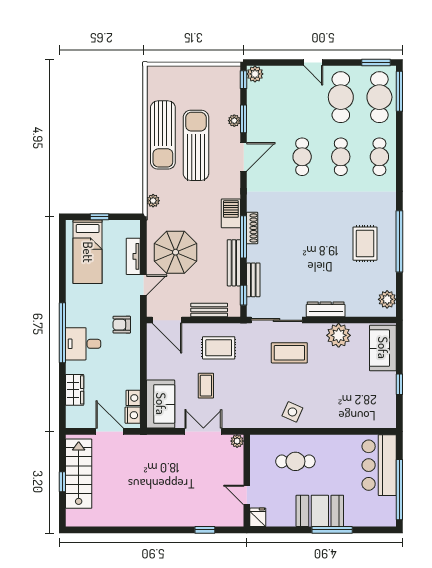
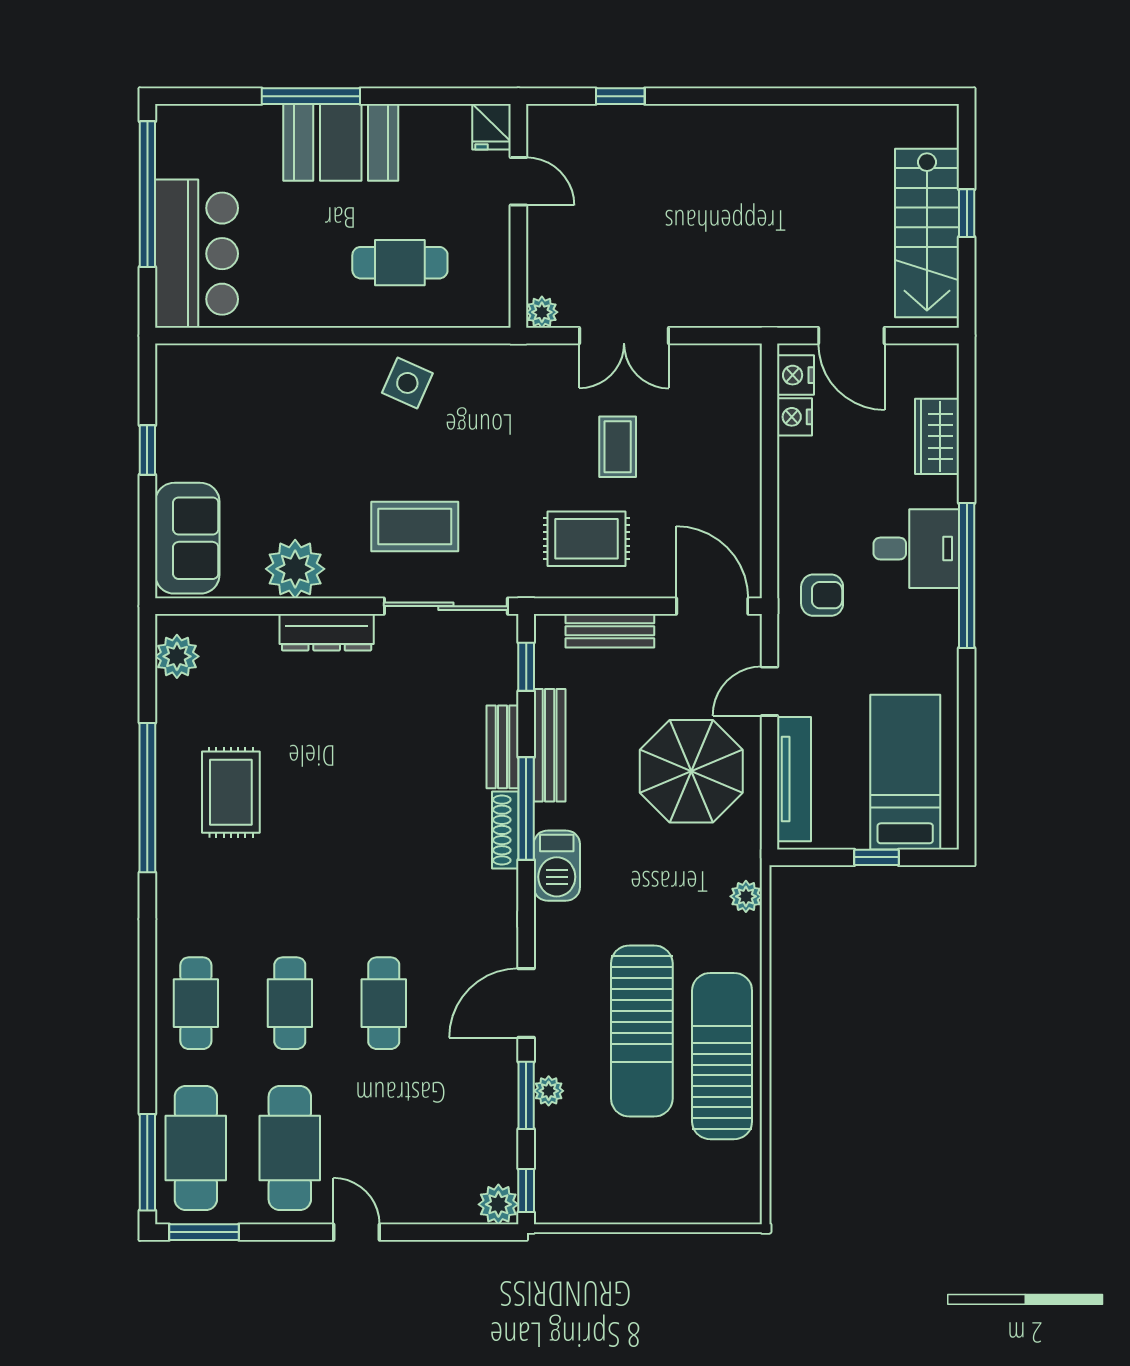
tv unit: (133, 256) -> (794, 779), width x1.41
bench: (253, 280) -> (503, 747), moved
sofa: (161, 404) -> (728, 402), removed

